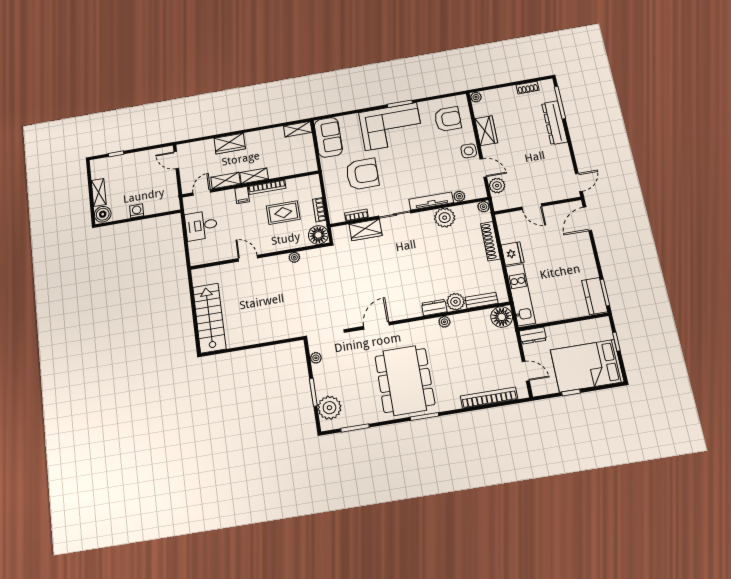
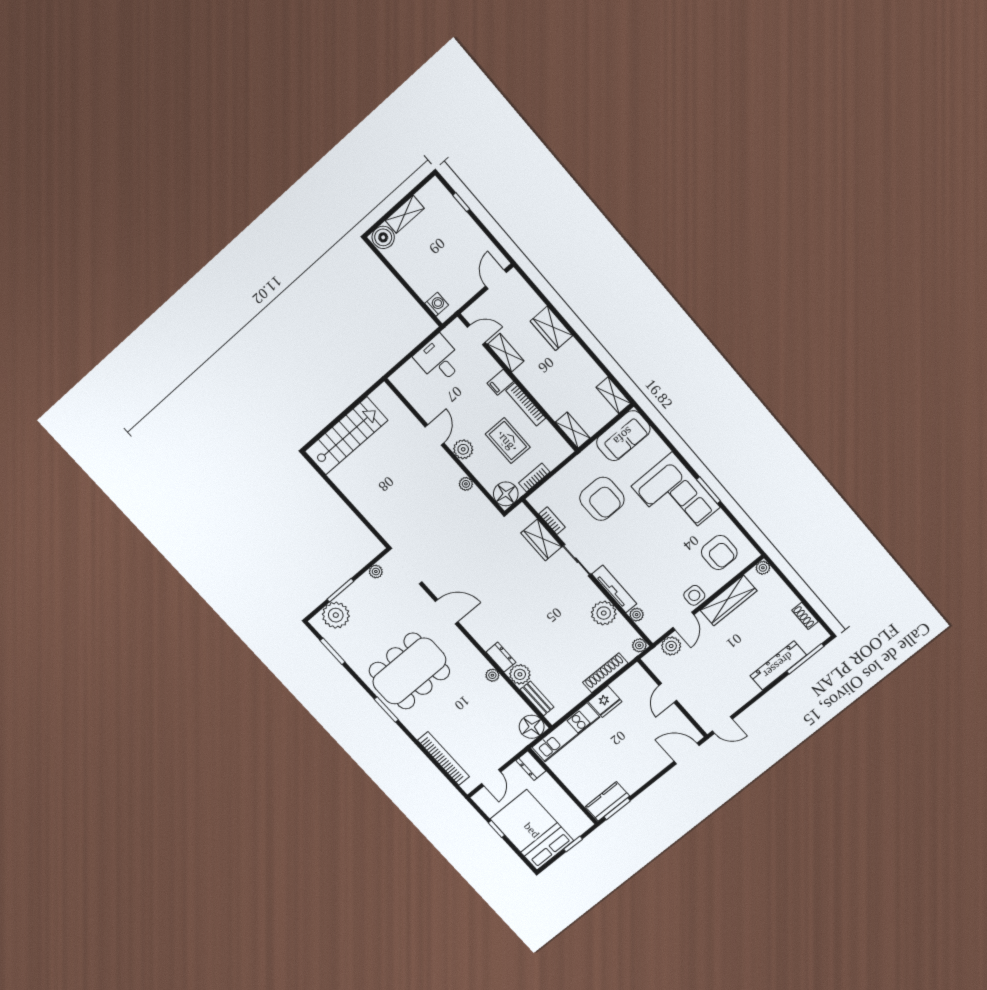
wardrobe: (486, 131) -> (729, 600), width x1.50
shelving: (254, 176) -> (573, 430), moved
washing machine: (137, 211) -> (437, 304), moved
plant: (270, 245) -> (463, 449), added

